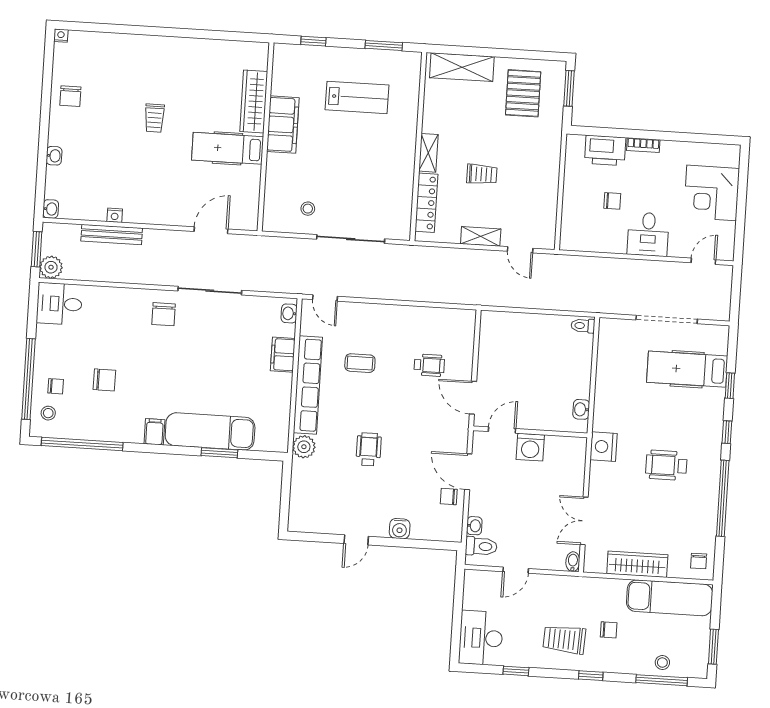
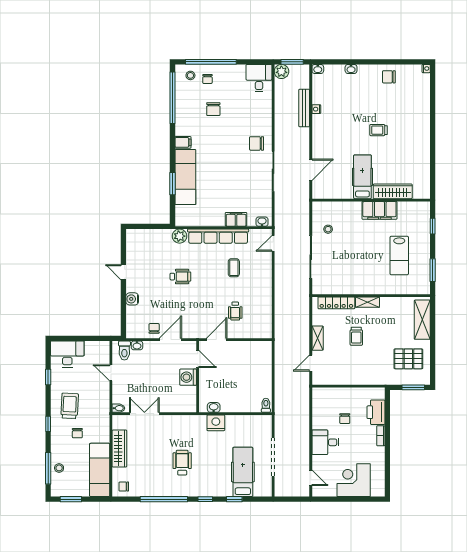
door: (211, 230) -> (311, 170), hinge flipped
nightstand: (604, 447) -> (216, 423), moved

